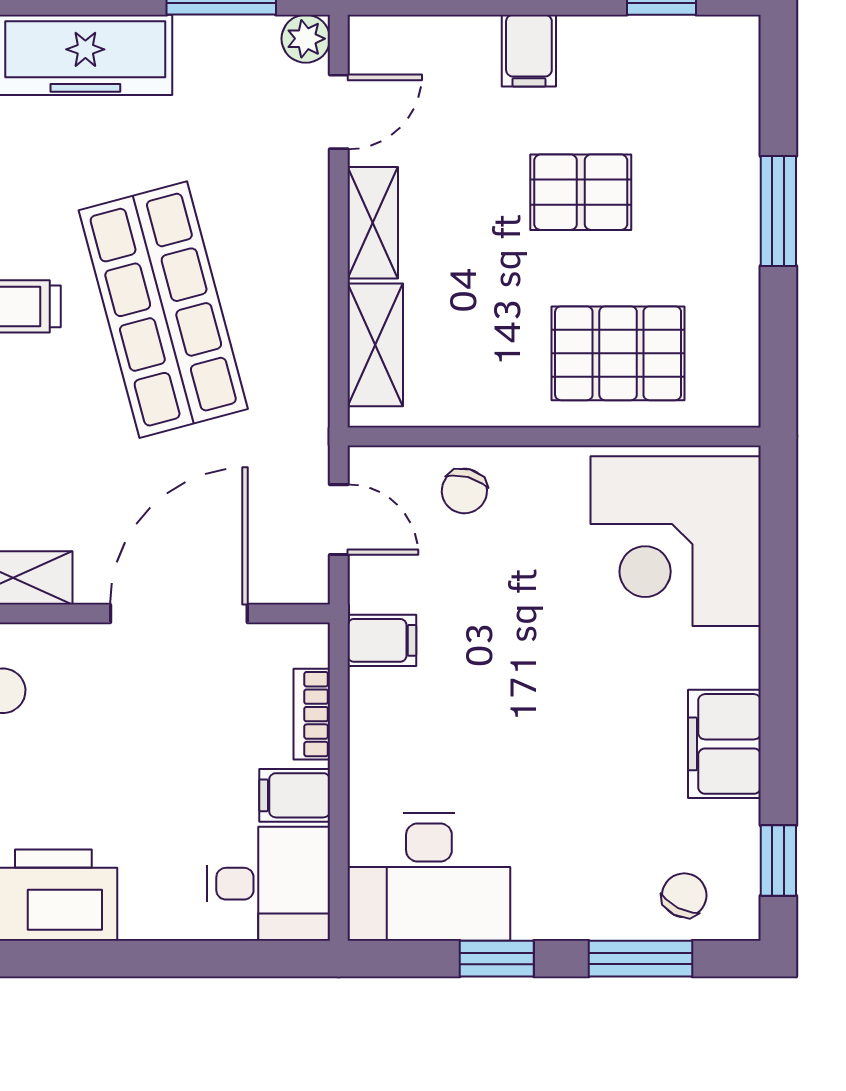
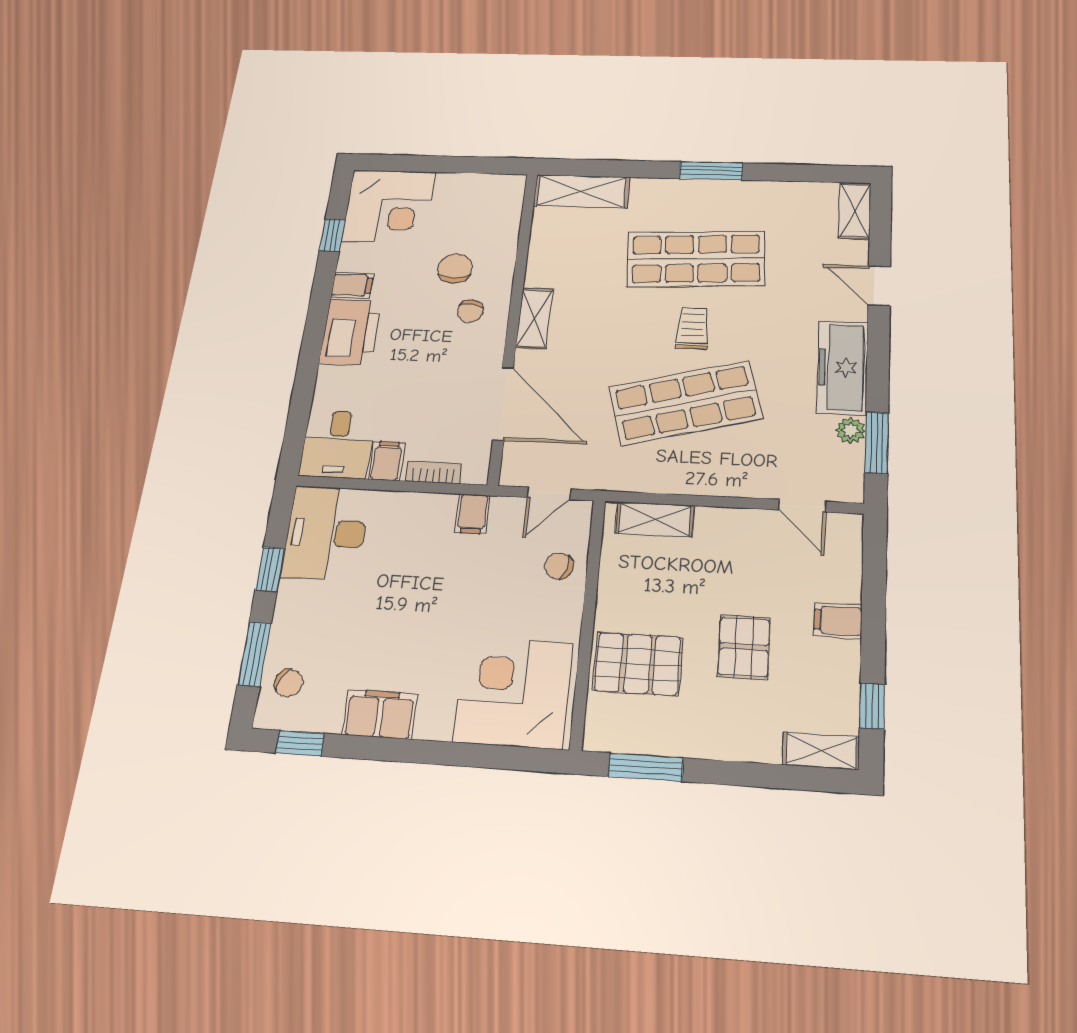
plant: (306, 39) -> (851, 430), moved
window: (778, 211) -> (646, 767), moved
shelving: (373, 223) -> (821, 751), moved
pallet: (618, 353) -> (638, 664), turned 90

